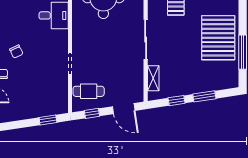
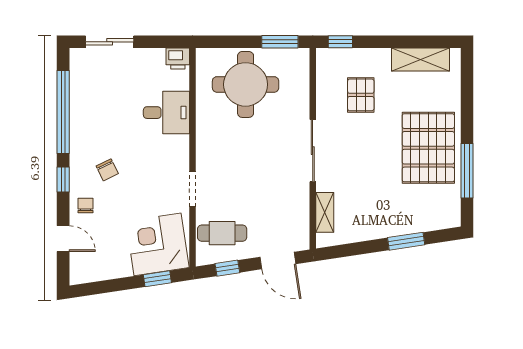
corner desk: (48, 98) -> (157, 244), added
window: (177, 101) -> (362, 248), removed

